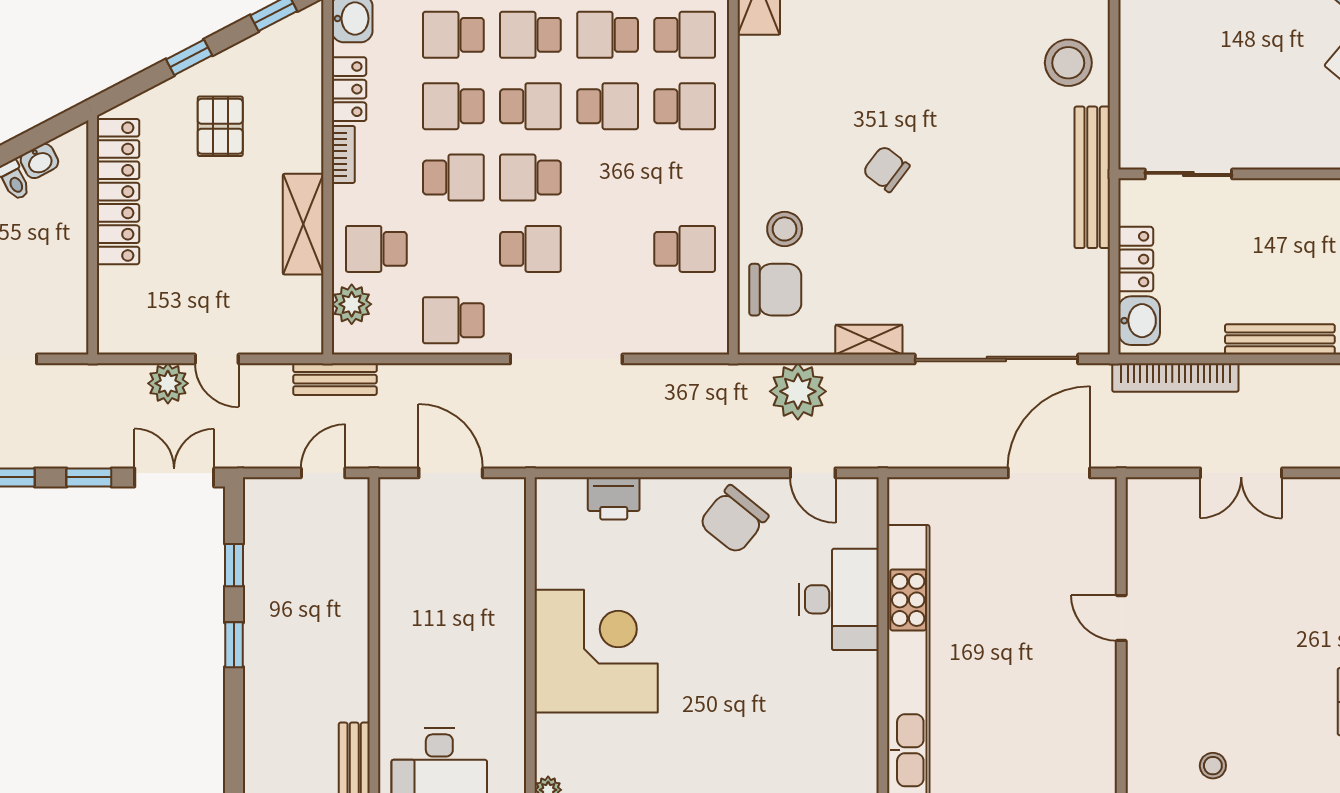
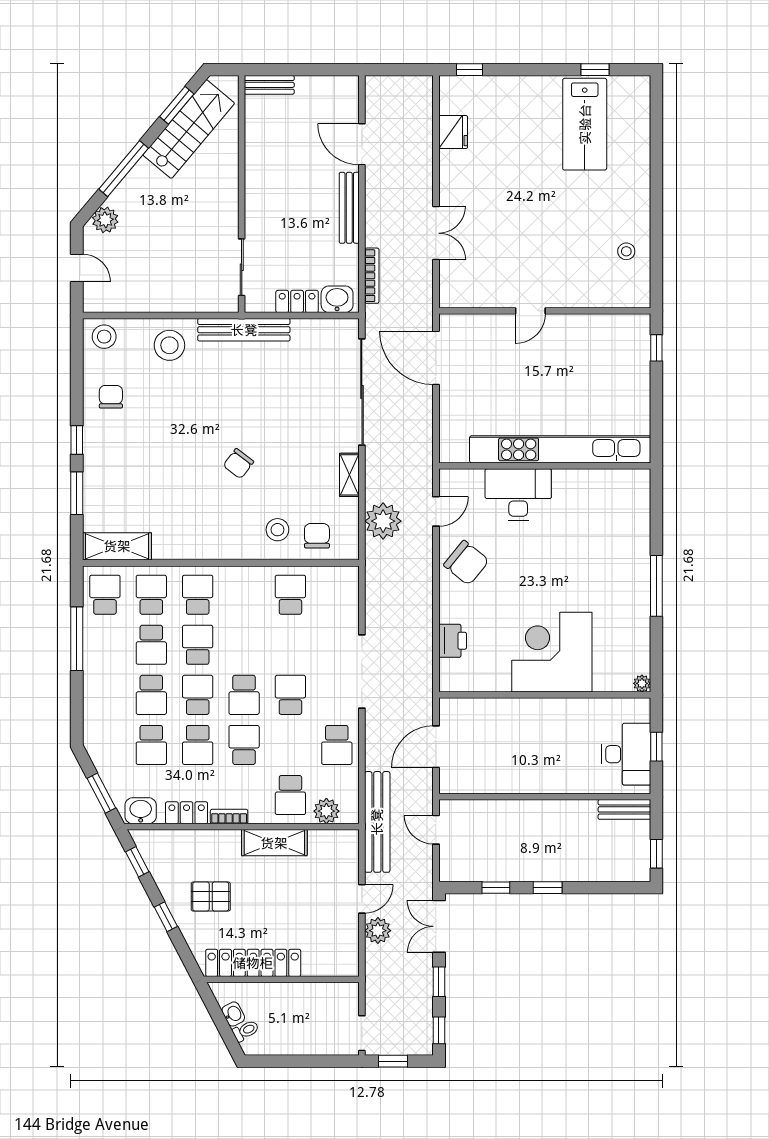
chair: (775, 290) -> (317, 536), width x0.73, depth x0.73
bookcase: (1175, 378) -> (372, 276), width x0.68, depth x0.76
bench: (335, 379) -> (377, 822), width x1.86, depth x1.21

